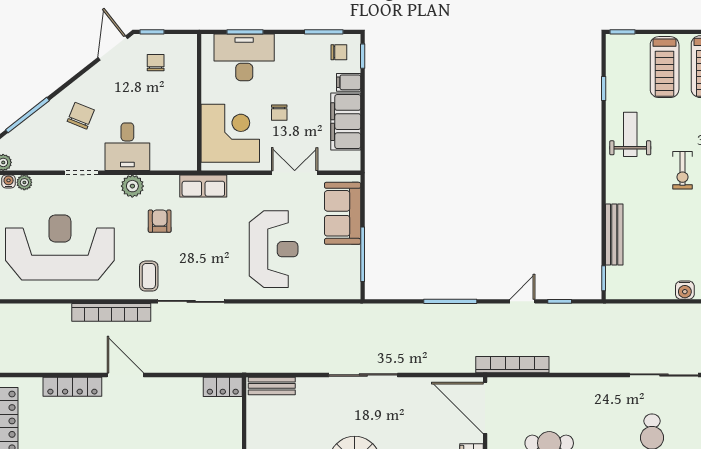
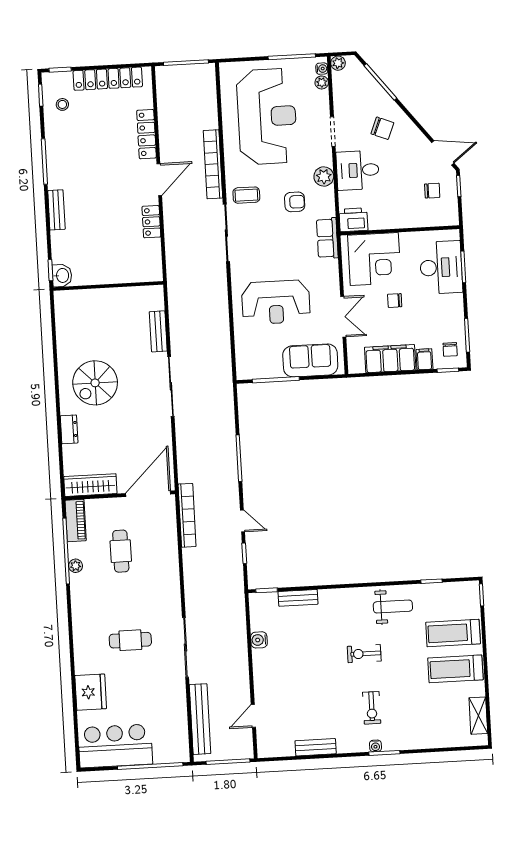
printer: (184, 155) -> (353, 220), added
bench: (614, 235) -> (298, 598), width x0.73
water cooler: (685, 290) -> (259, 640), moved
bench: (272, 386) -> (158, 331), moved
locker: (223, 387) -> (151, 222), moved

